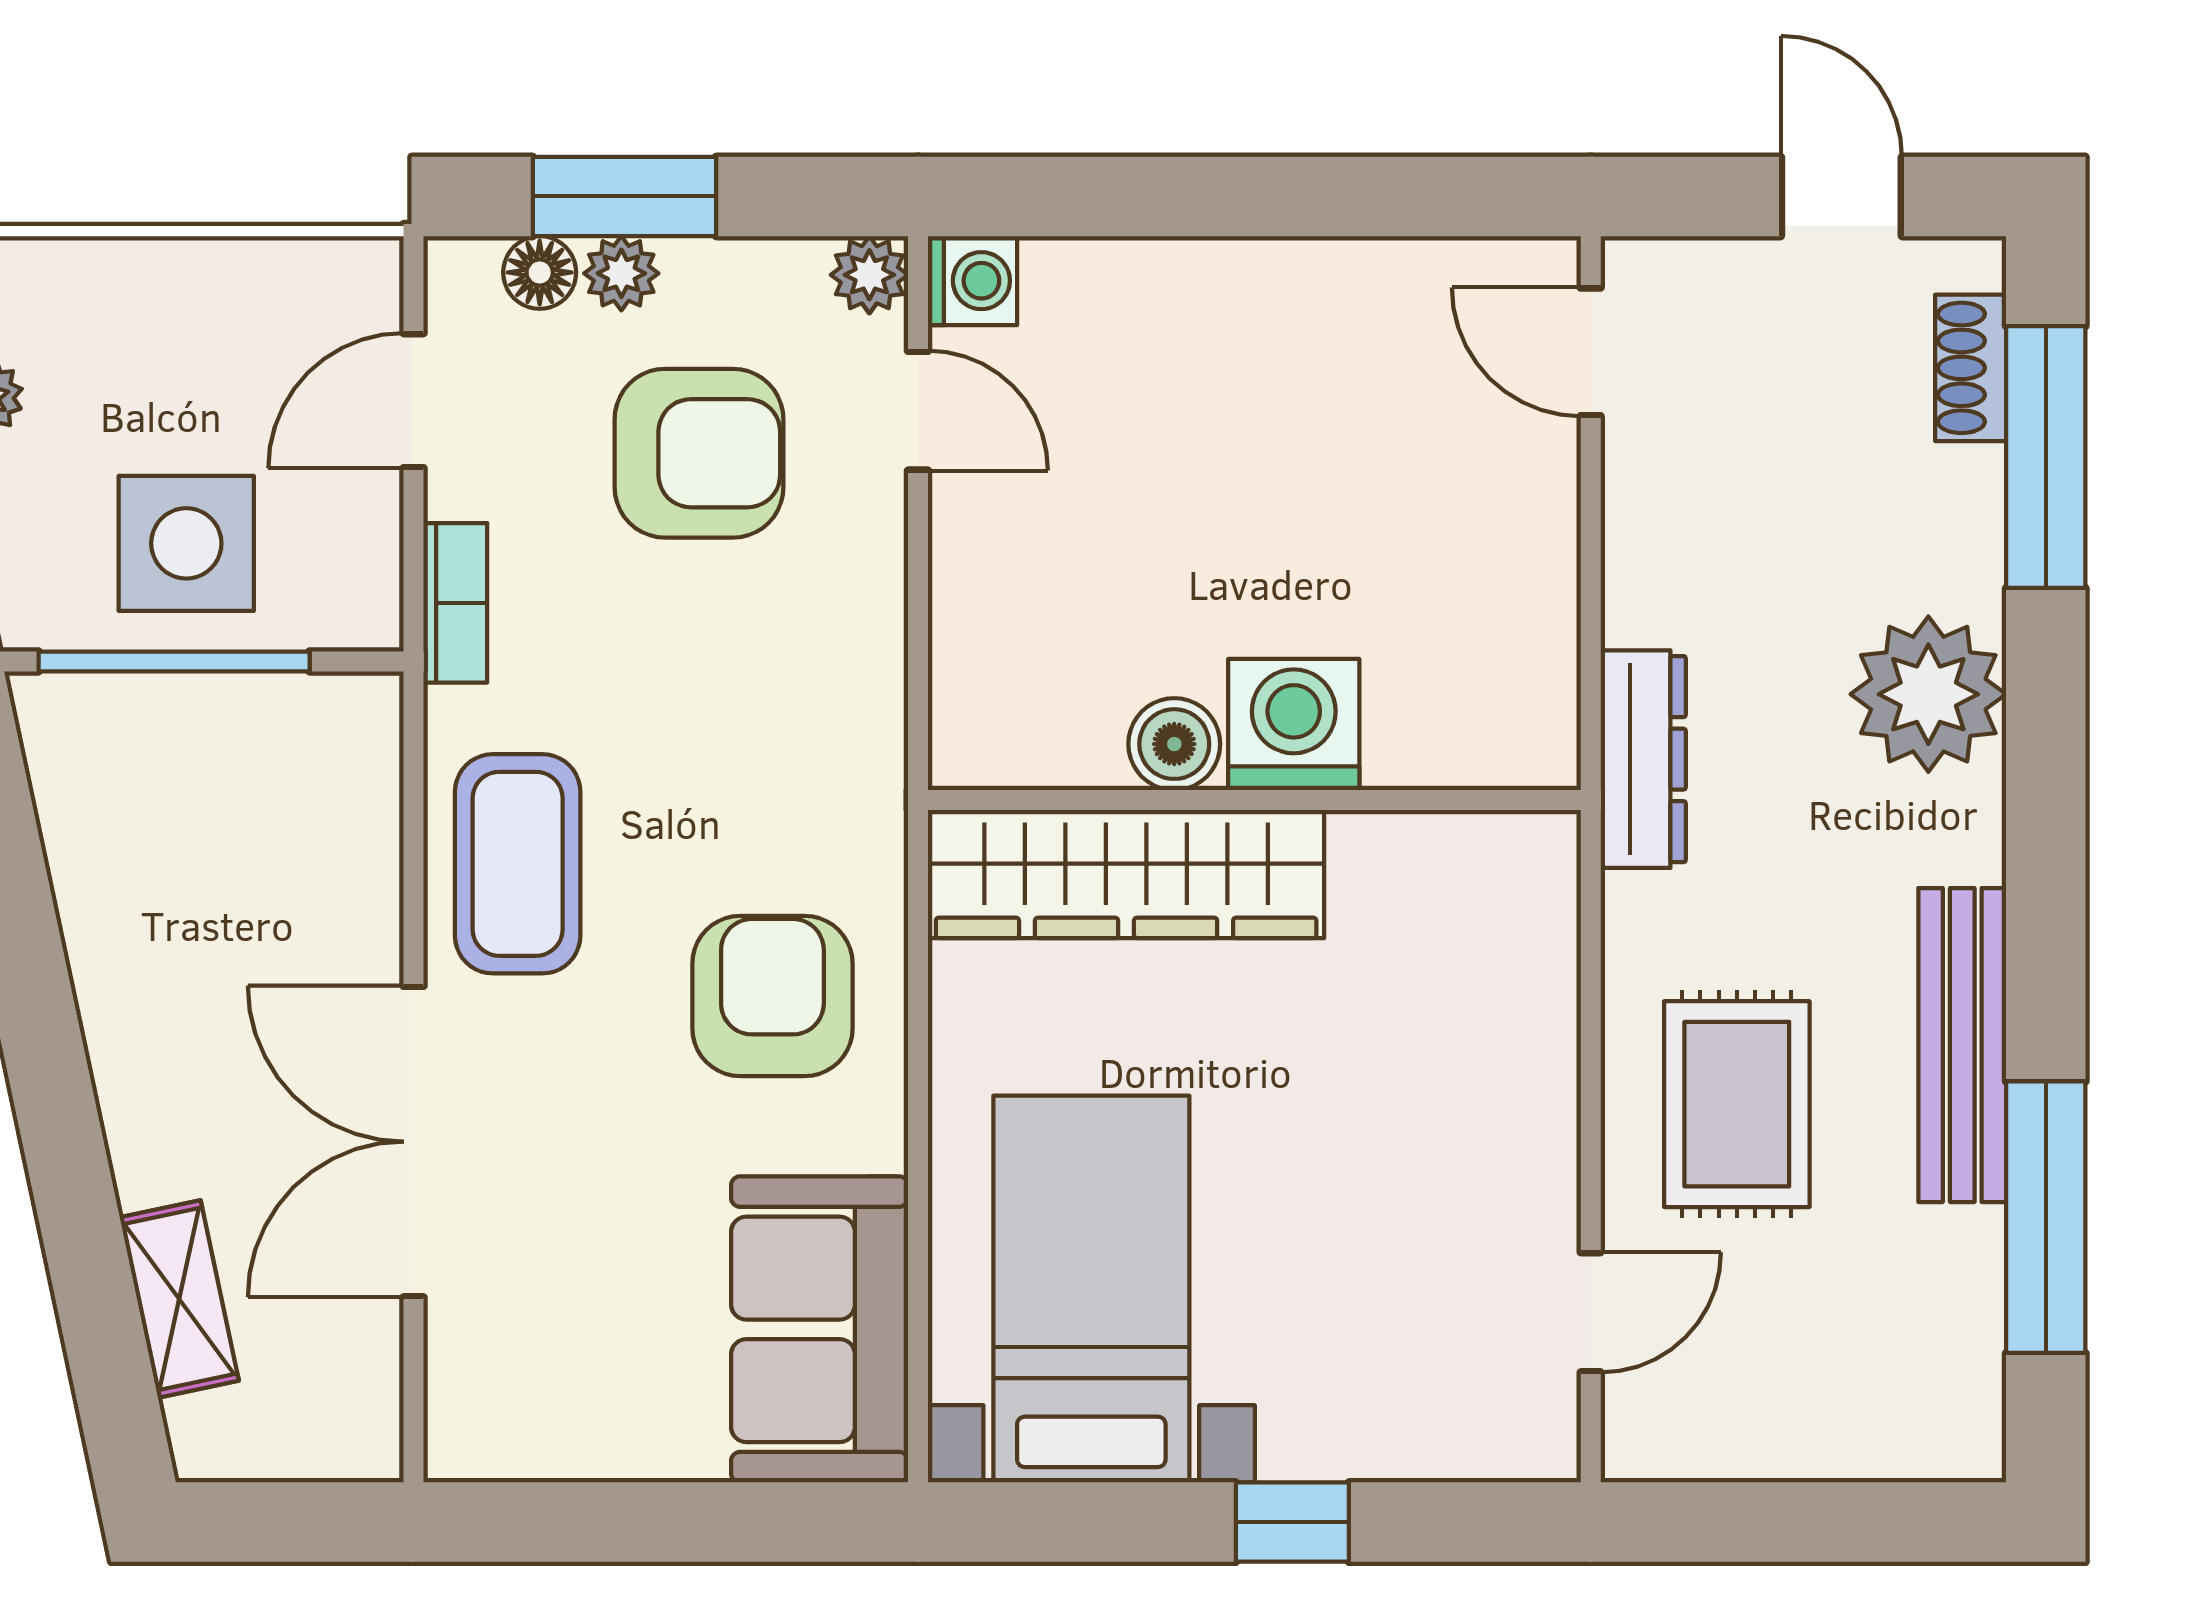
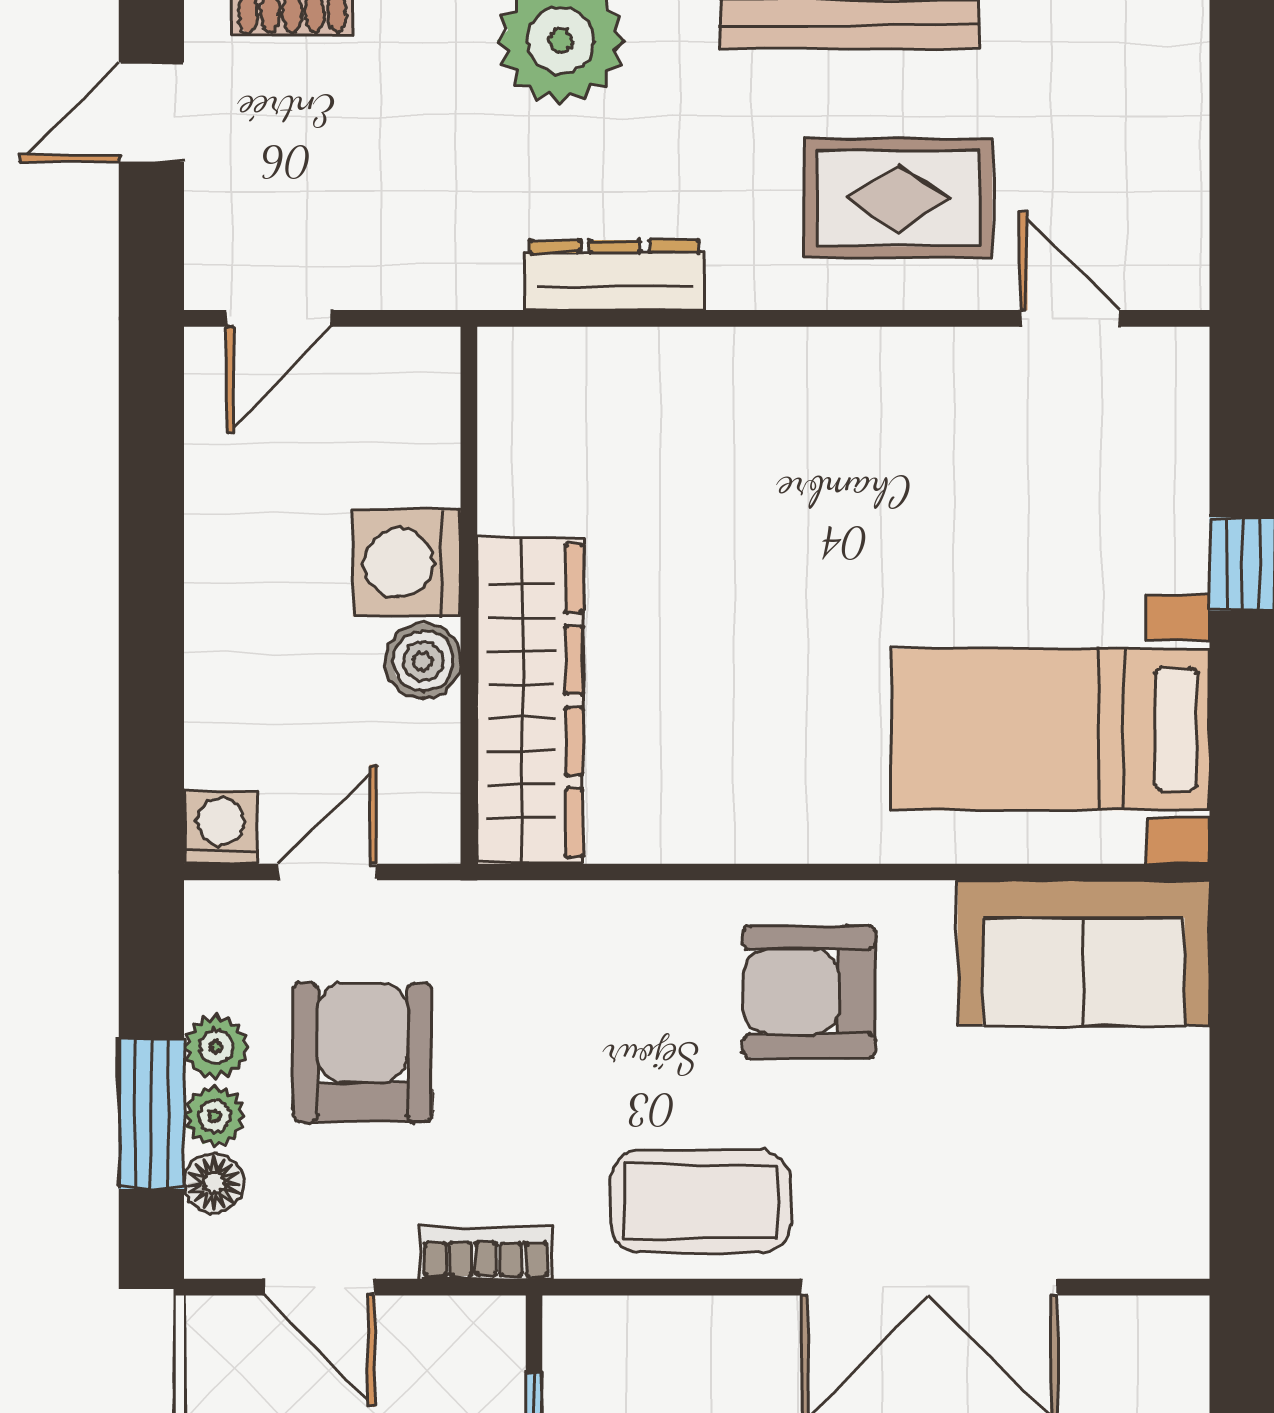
plant: (869, 275) -> (216, 1047), moved
washing machine: (1294, 724) -> (407, 563), moved
boiler: (1174, 744) -> (423, 661), moved
wall: (1254, 800) -> (469, 595), moved
wardrobe: (1126, 874) -> (530, 701), moved

